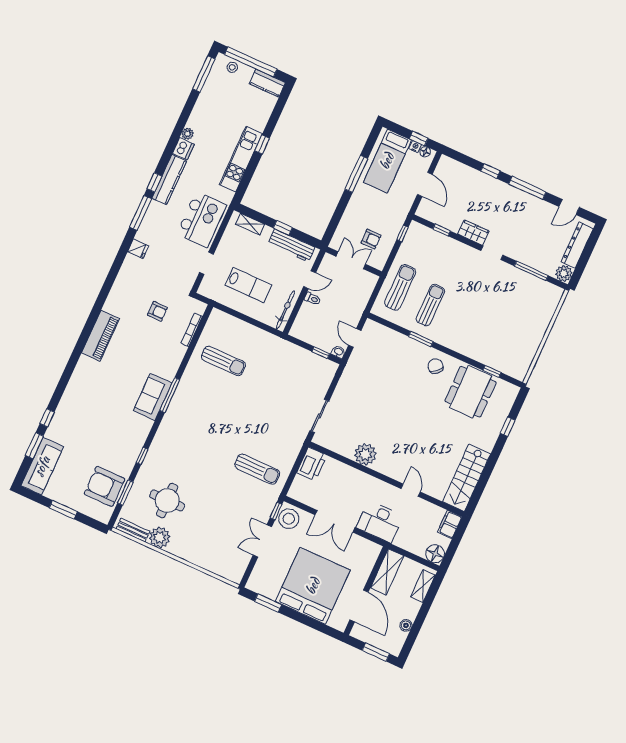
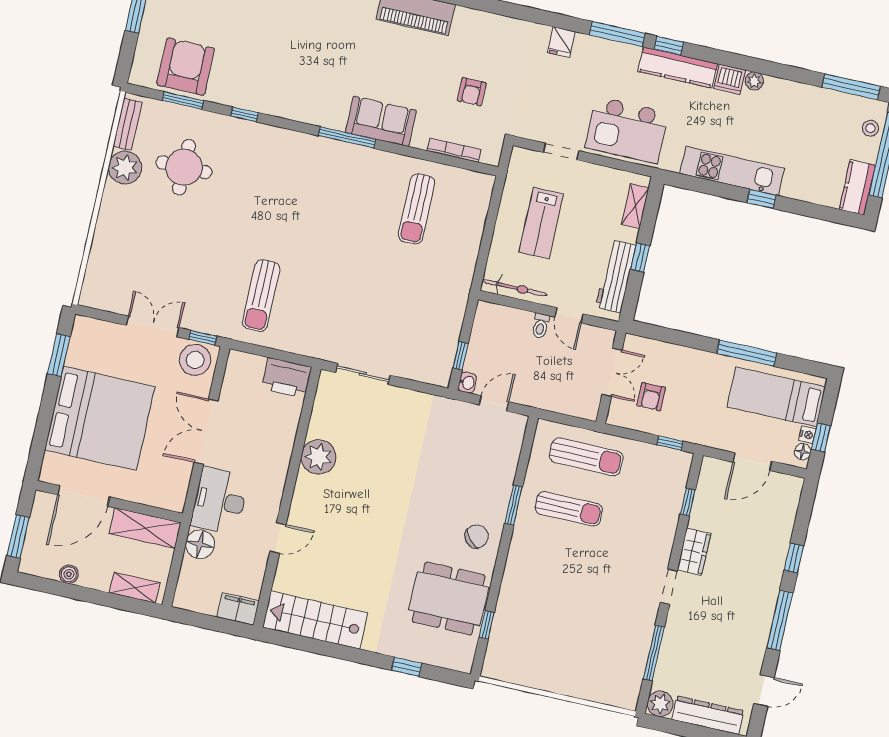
door: (569, 207) -> (764, 691), swing flipped
sofa: (153, 397) -> (381, 121), moved
floor lamp: (435, 554) -> (200, 544), moved

